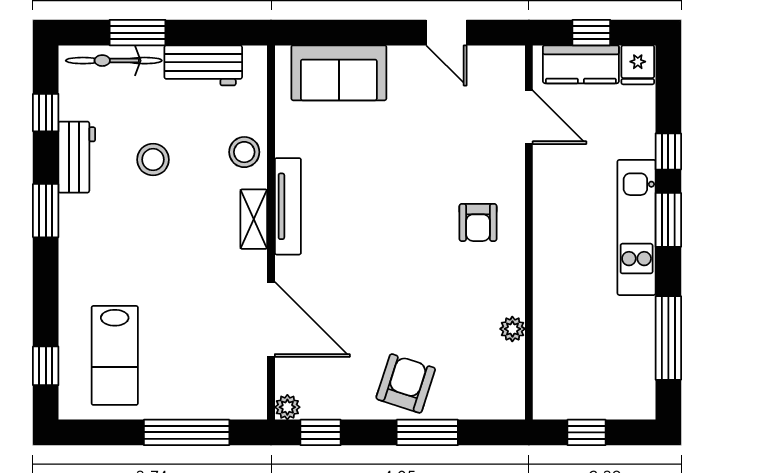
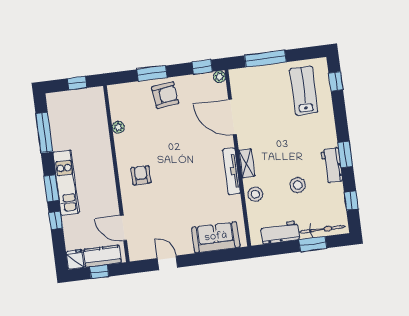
workbench: (77, 157) -> (332, 165), moved
armchair: (406, 383) -> (165, 95), turned -115

